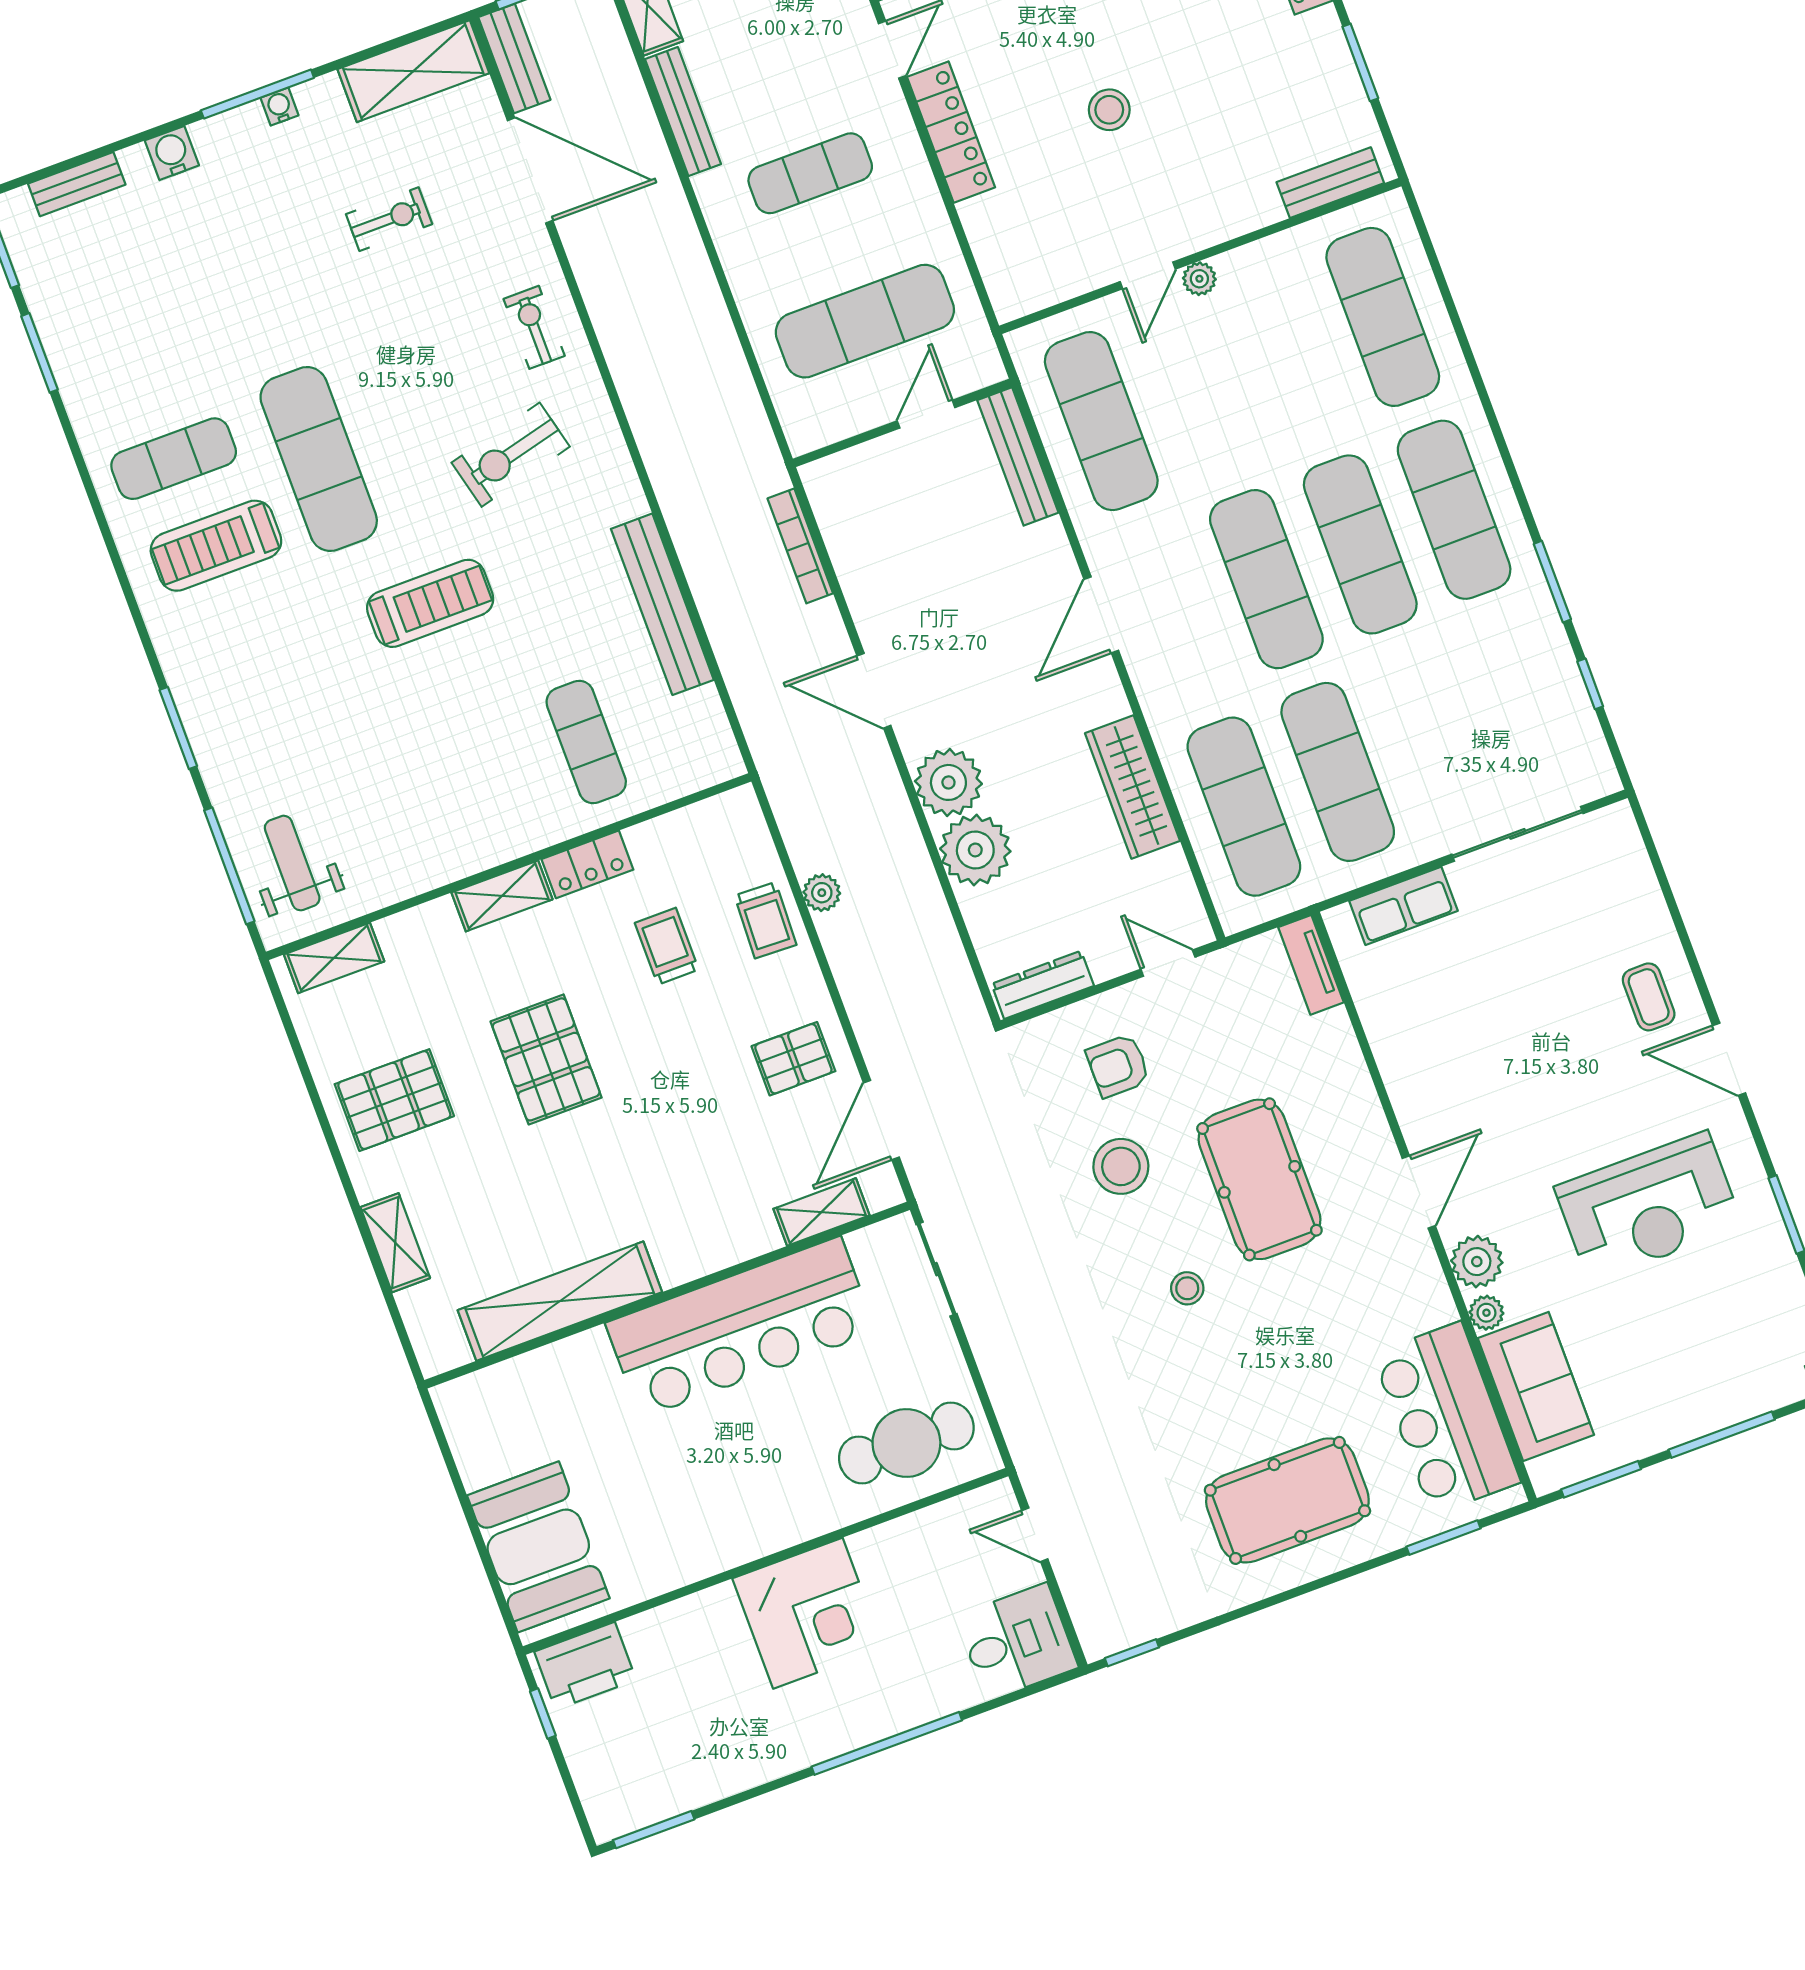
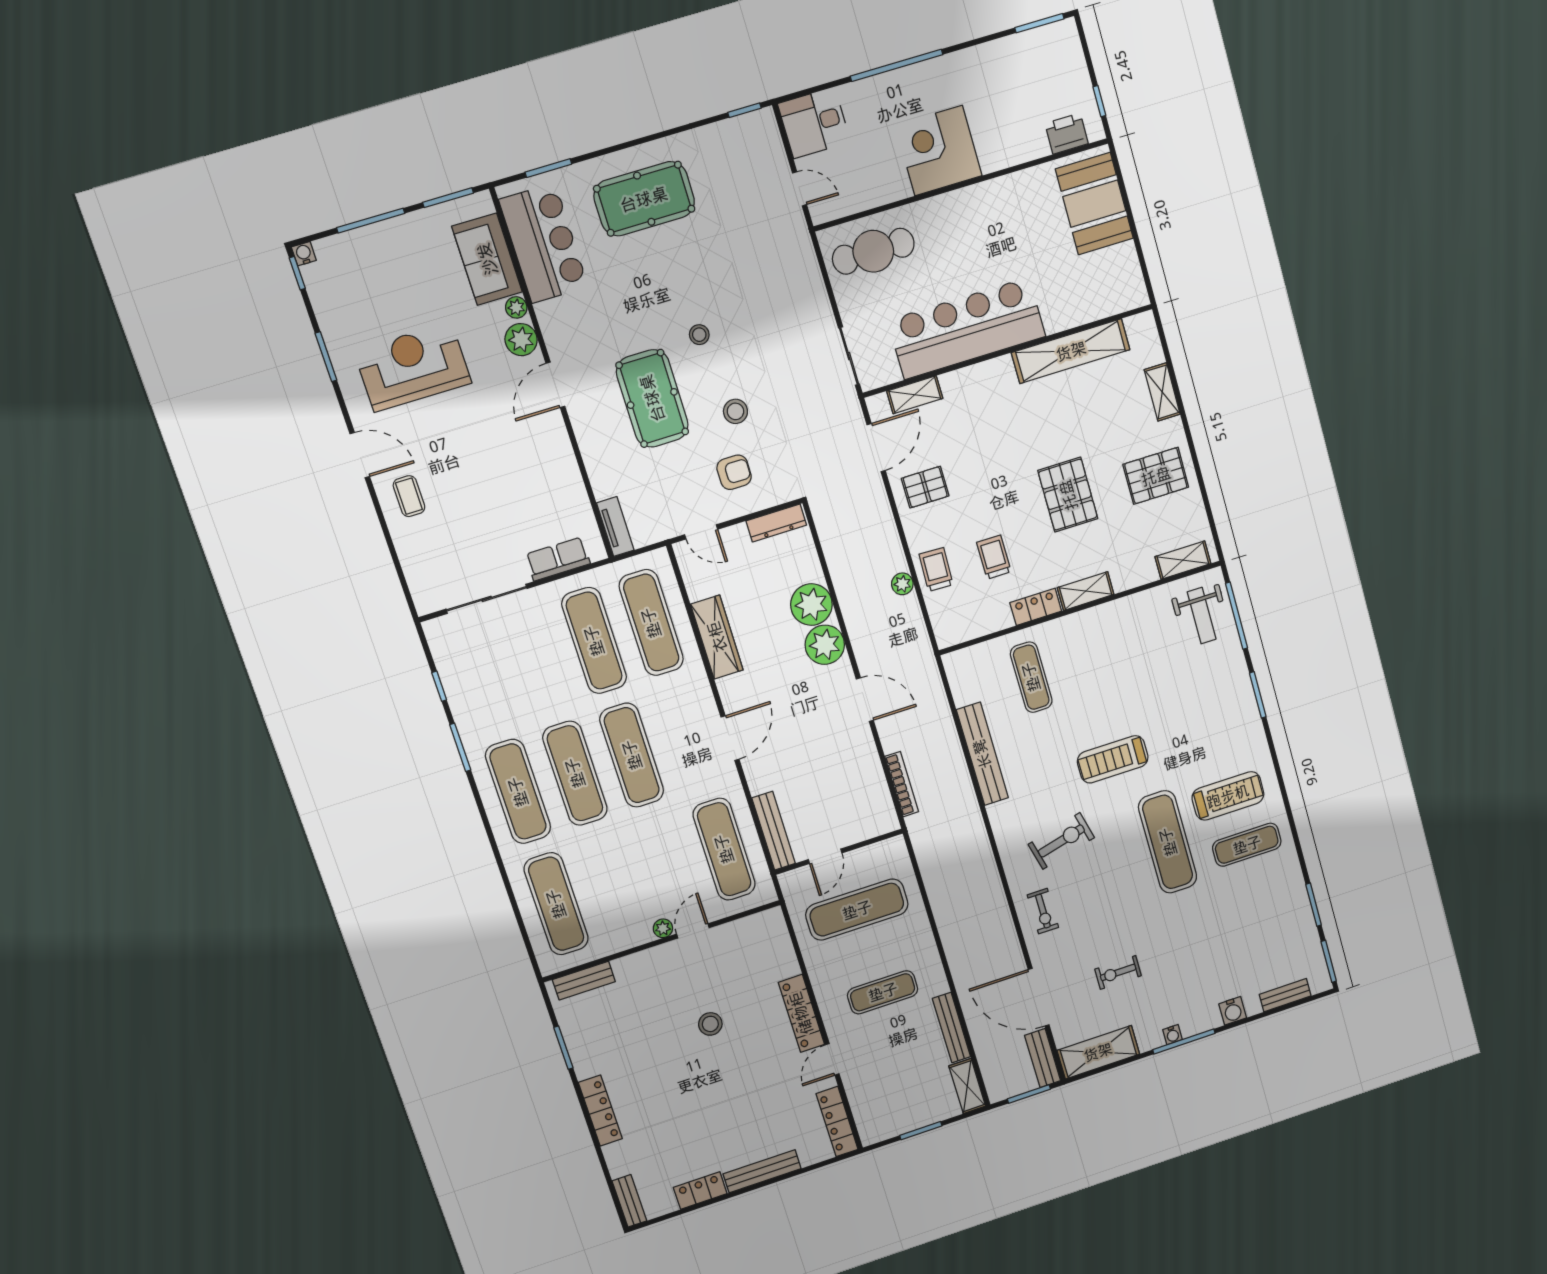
trolley: (667, 946) -> (994, 557), turned 180
stool: (1121, 1166) -> (735, 411), width x0.73, depth x0.73
printer: (585, 1666) -> (1067, 134), width x0.73, depth x0.84

